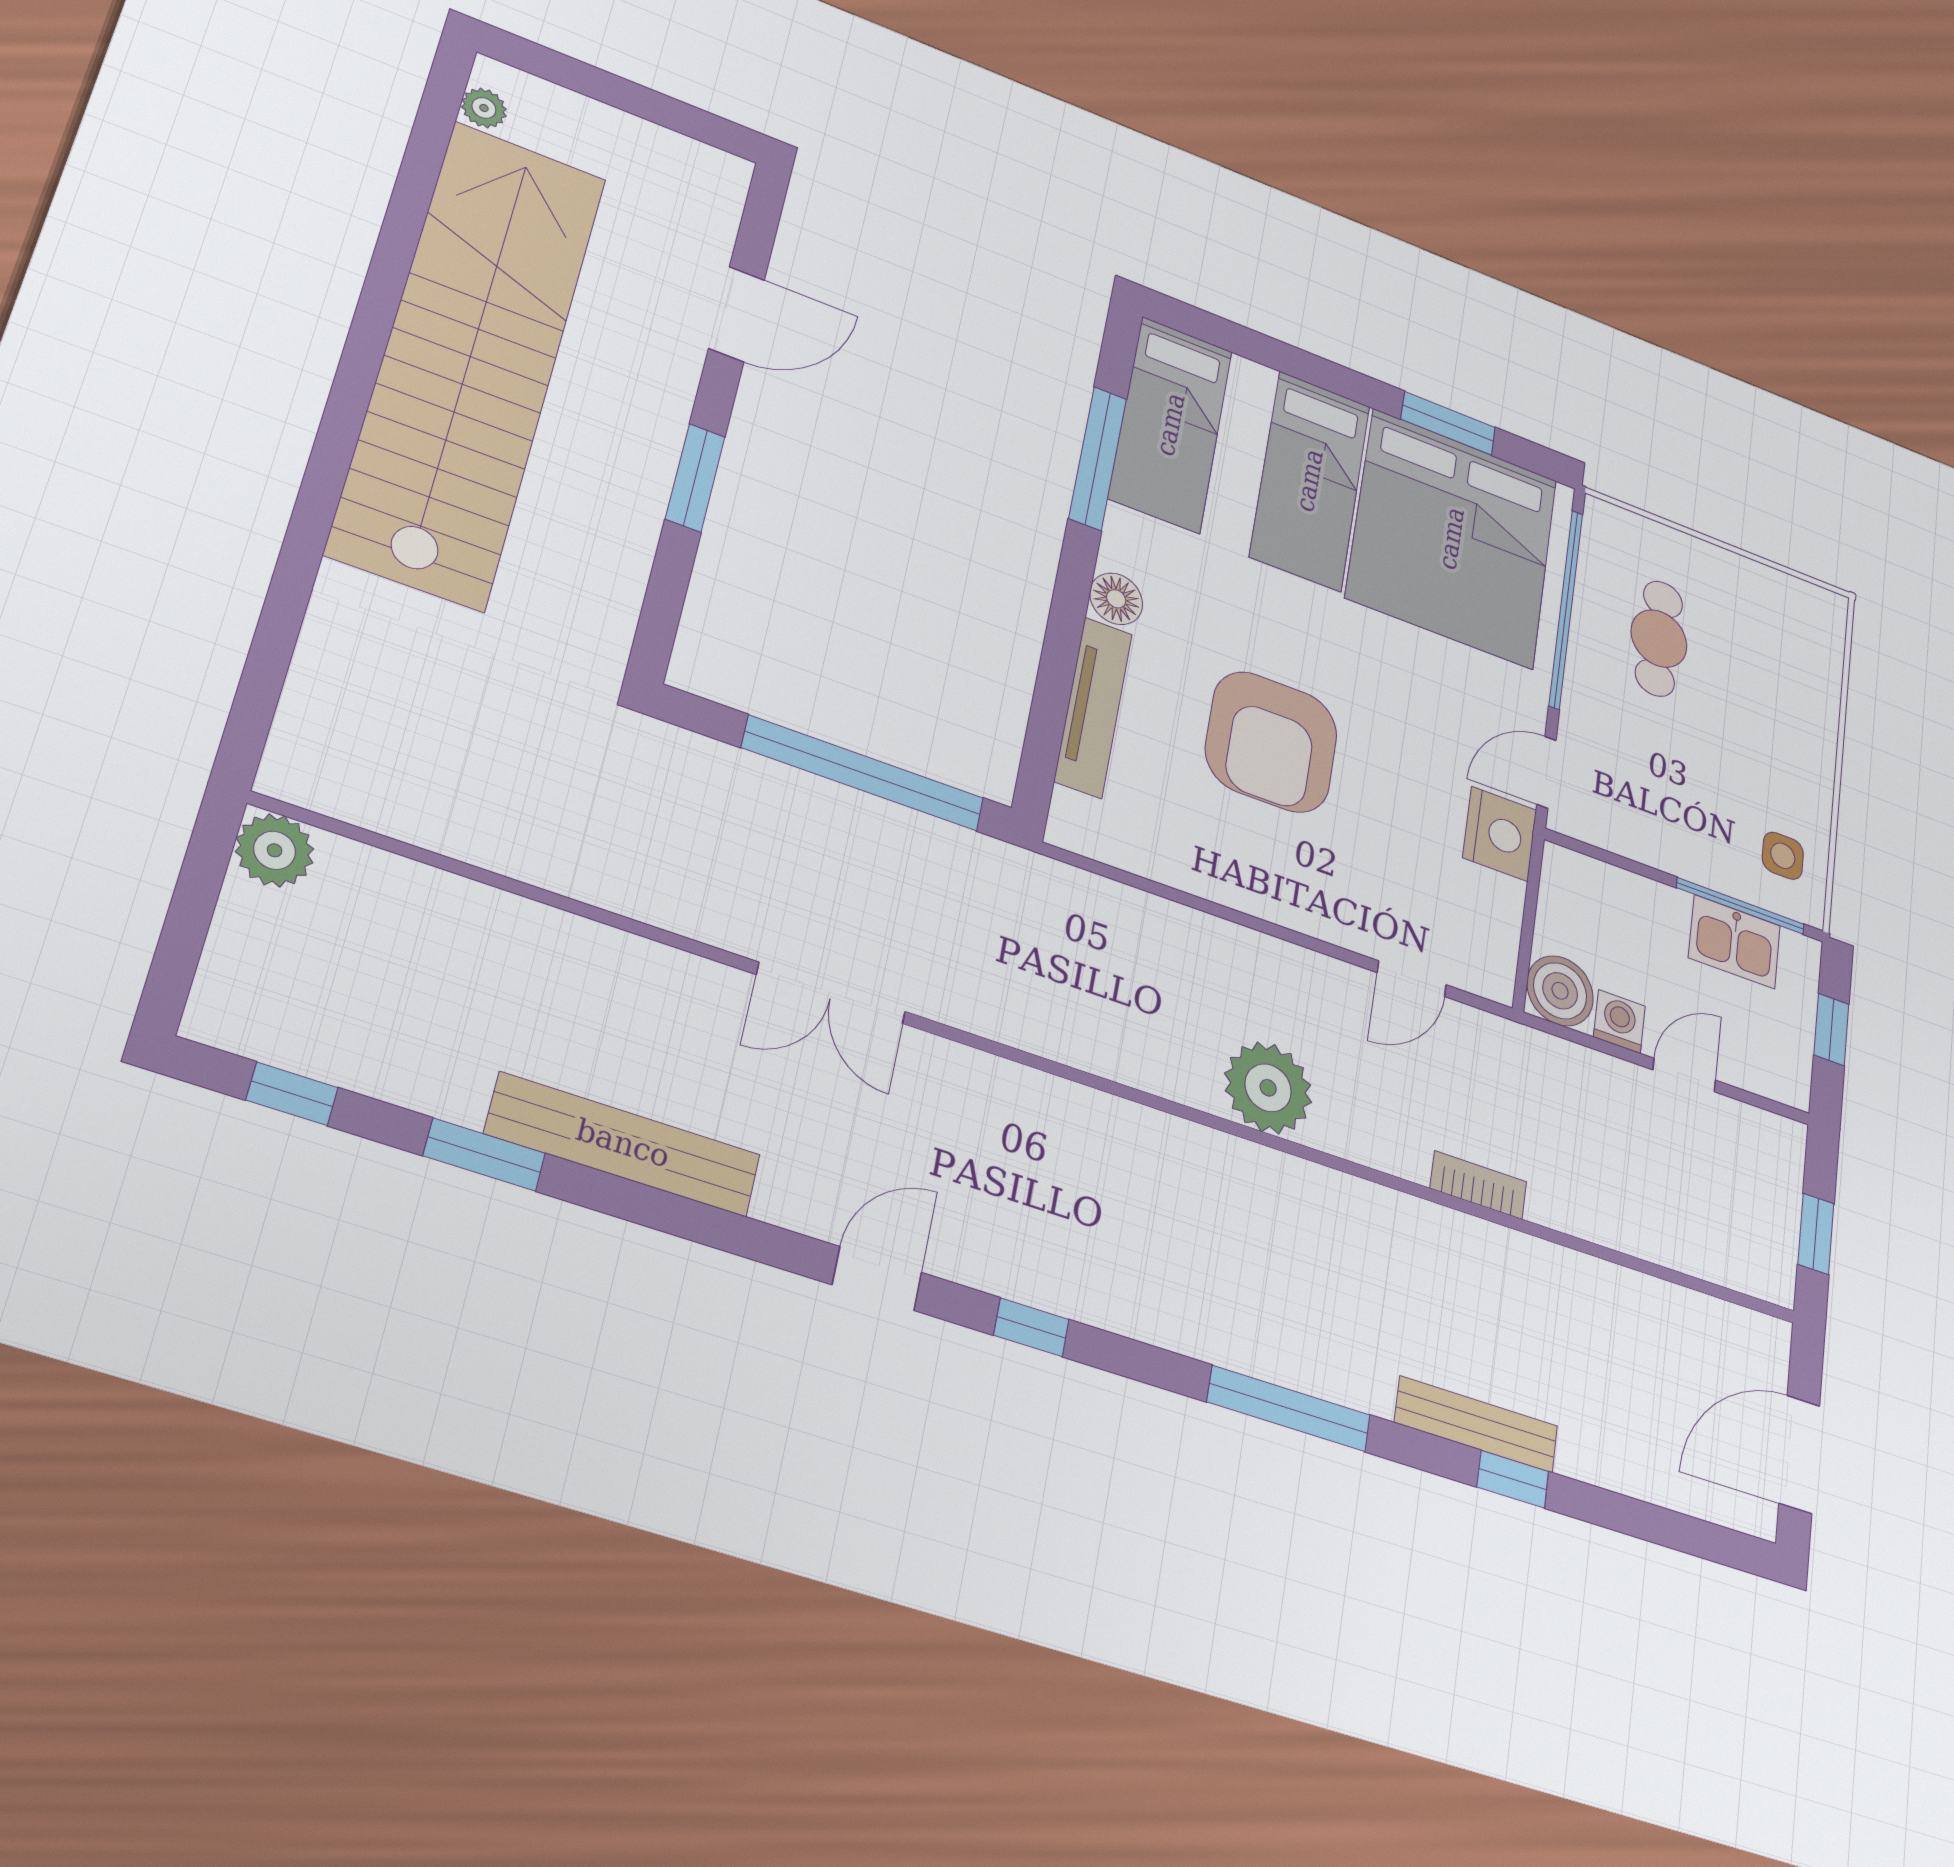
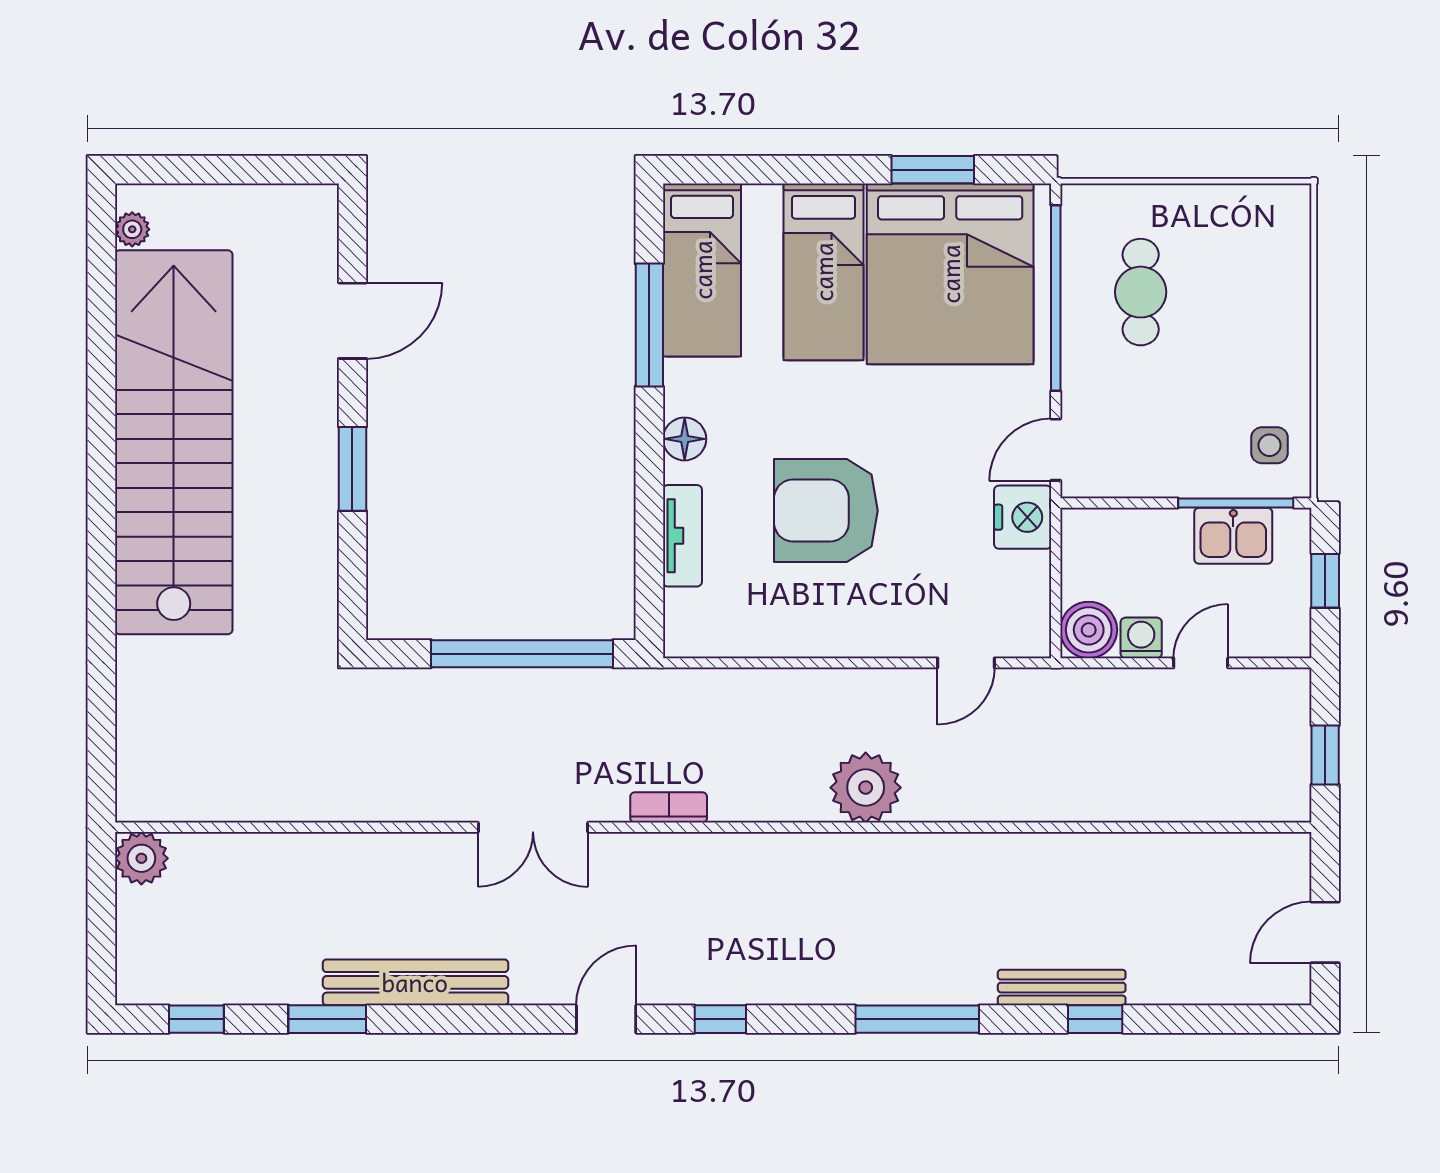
tv unit: (1093, 707) -> (682, 536), width x0.71
armchair: (1271, 742) -> (826, 511), turned 90
bookcase: (1478, 1185) -> (669, 807), moved
door: (1799, 1454) -> (1325, 932), width x0.73

